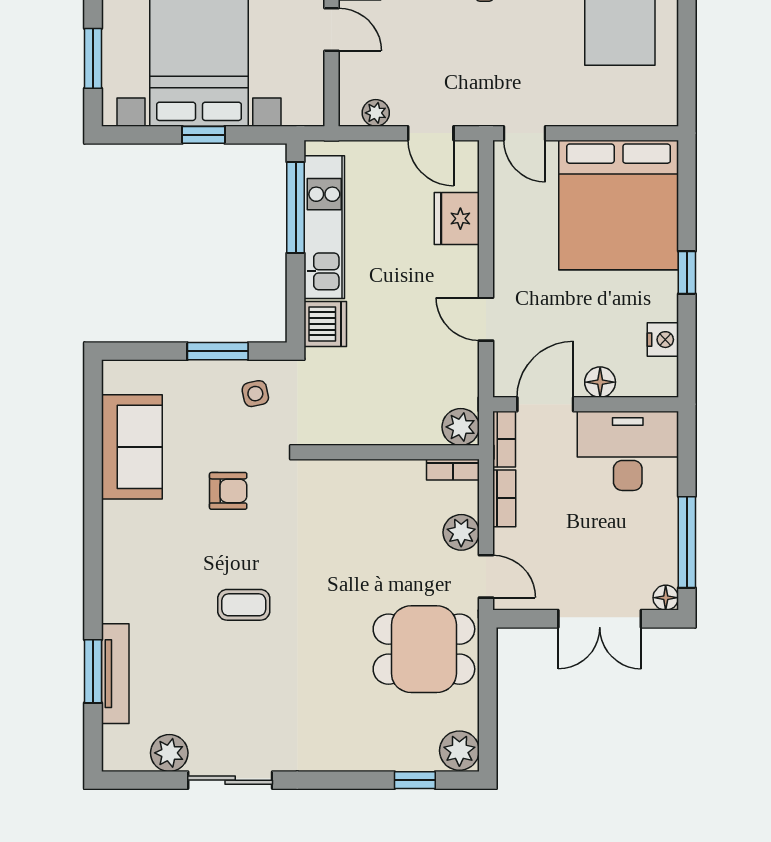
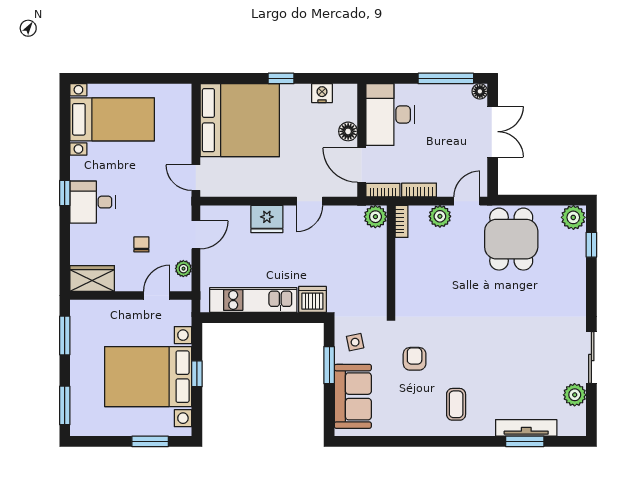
door: (332, 30) -> (157, 296), moved
chair: (415, 44) -> (141, 244), added
door: (524, 133) -> (196, 178), swing flipped
window: (296, 207) -> (241, 318), removed
fridge: (457, 219) -> (267, 219), moved
sofa: (132, 447) -> (353, 396), moved, turned 90
coffee table: (244, 605) -> (456, 404), moved

